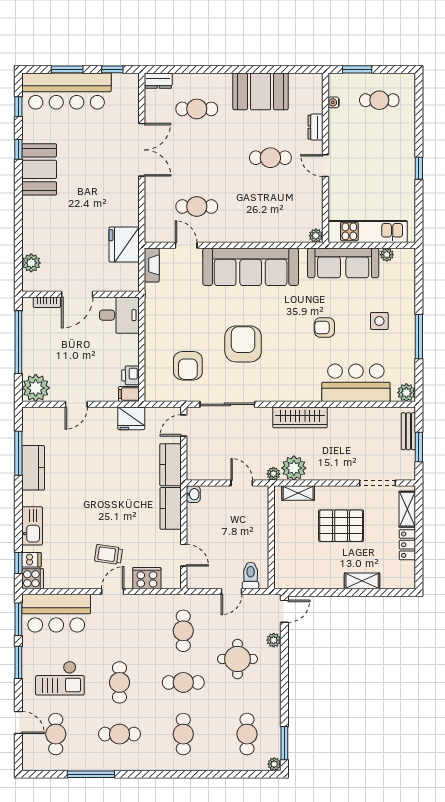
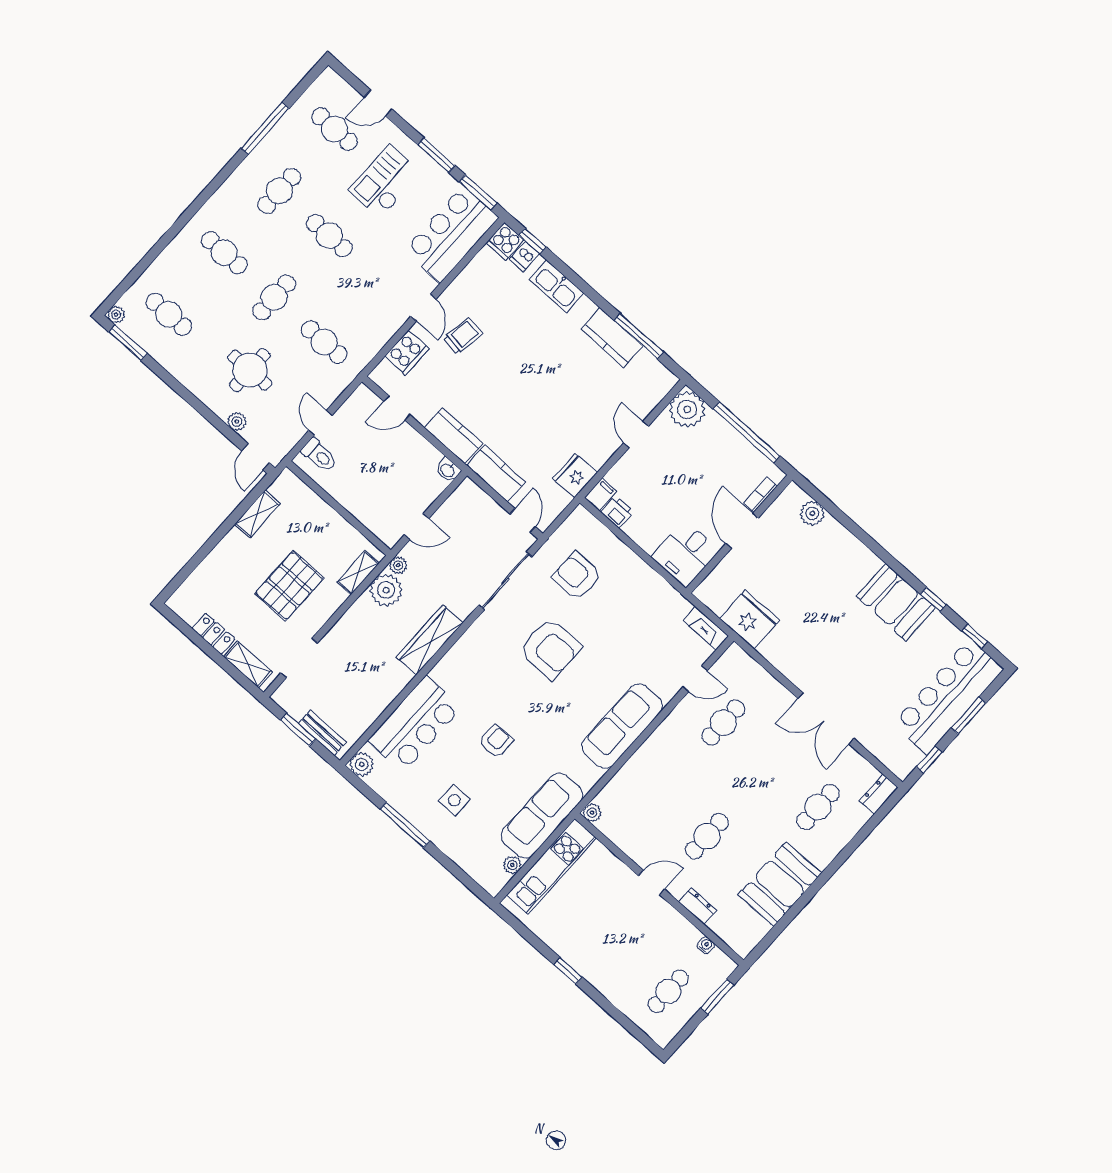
sofa: (251, 267) -> (622, 726), width x0.74, depth x0.79
shelving: (362, 581) -> (257, 514), moved

